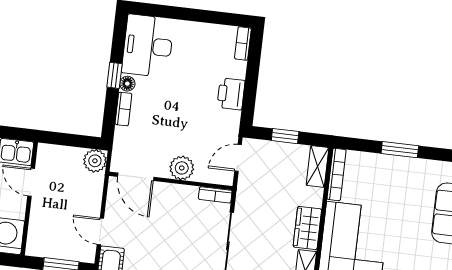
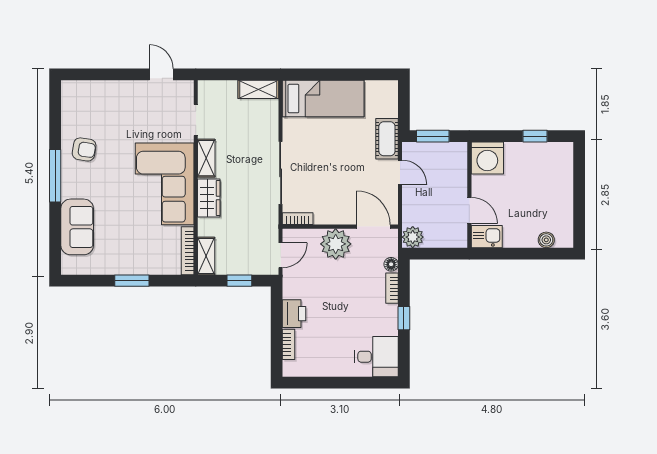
bookcase: (243, 43) -> (289, 344), moved
desk: (148, 46) -> (376, 357), width x0.73
floor lamp: (127, 84) -> (391, 264), moved
plant: (182, 168) -> (336, 244), width x1.36, depth x1.36

